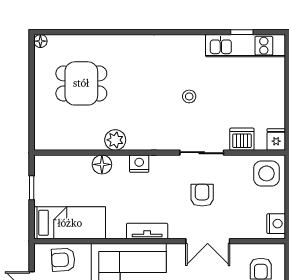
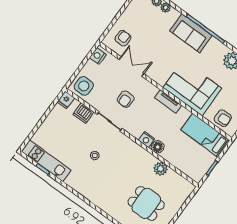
plant: (115, 140) -> (161, 169), moved
floor lamp: (102, 164) -> (158, 147), moved
double door: (208, 241) -> (131, 67), moved

